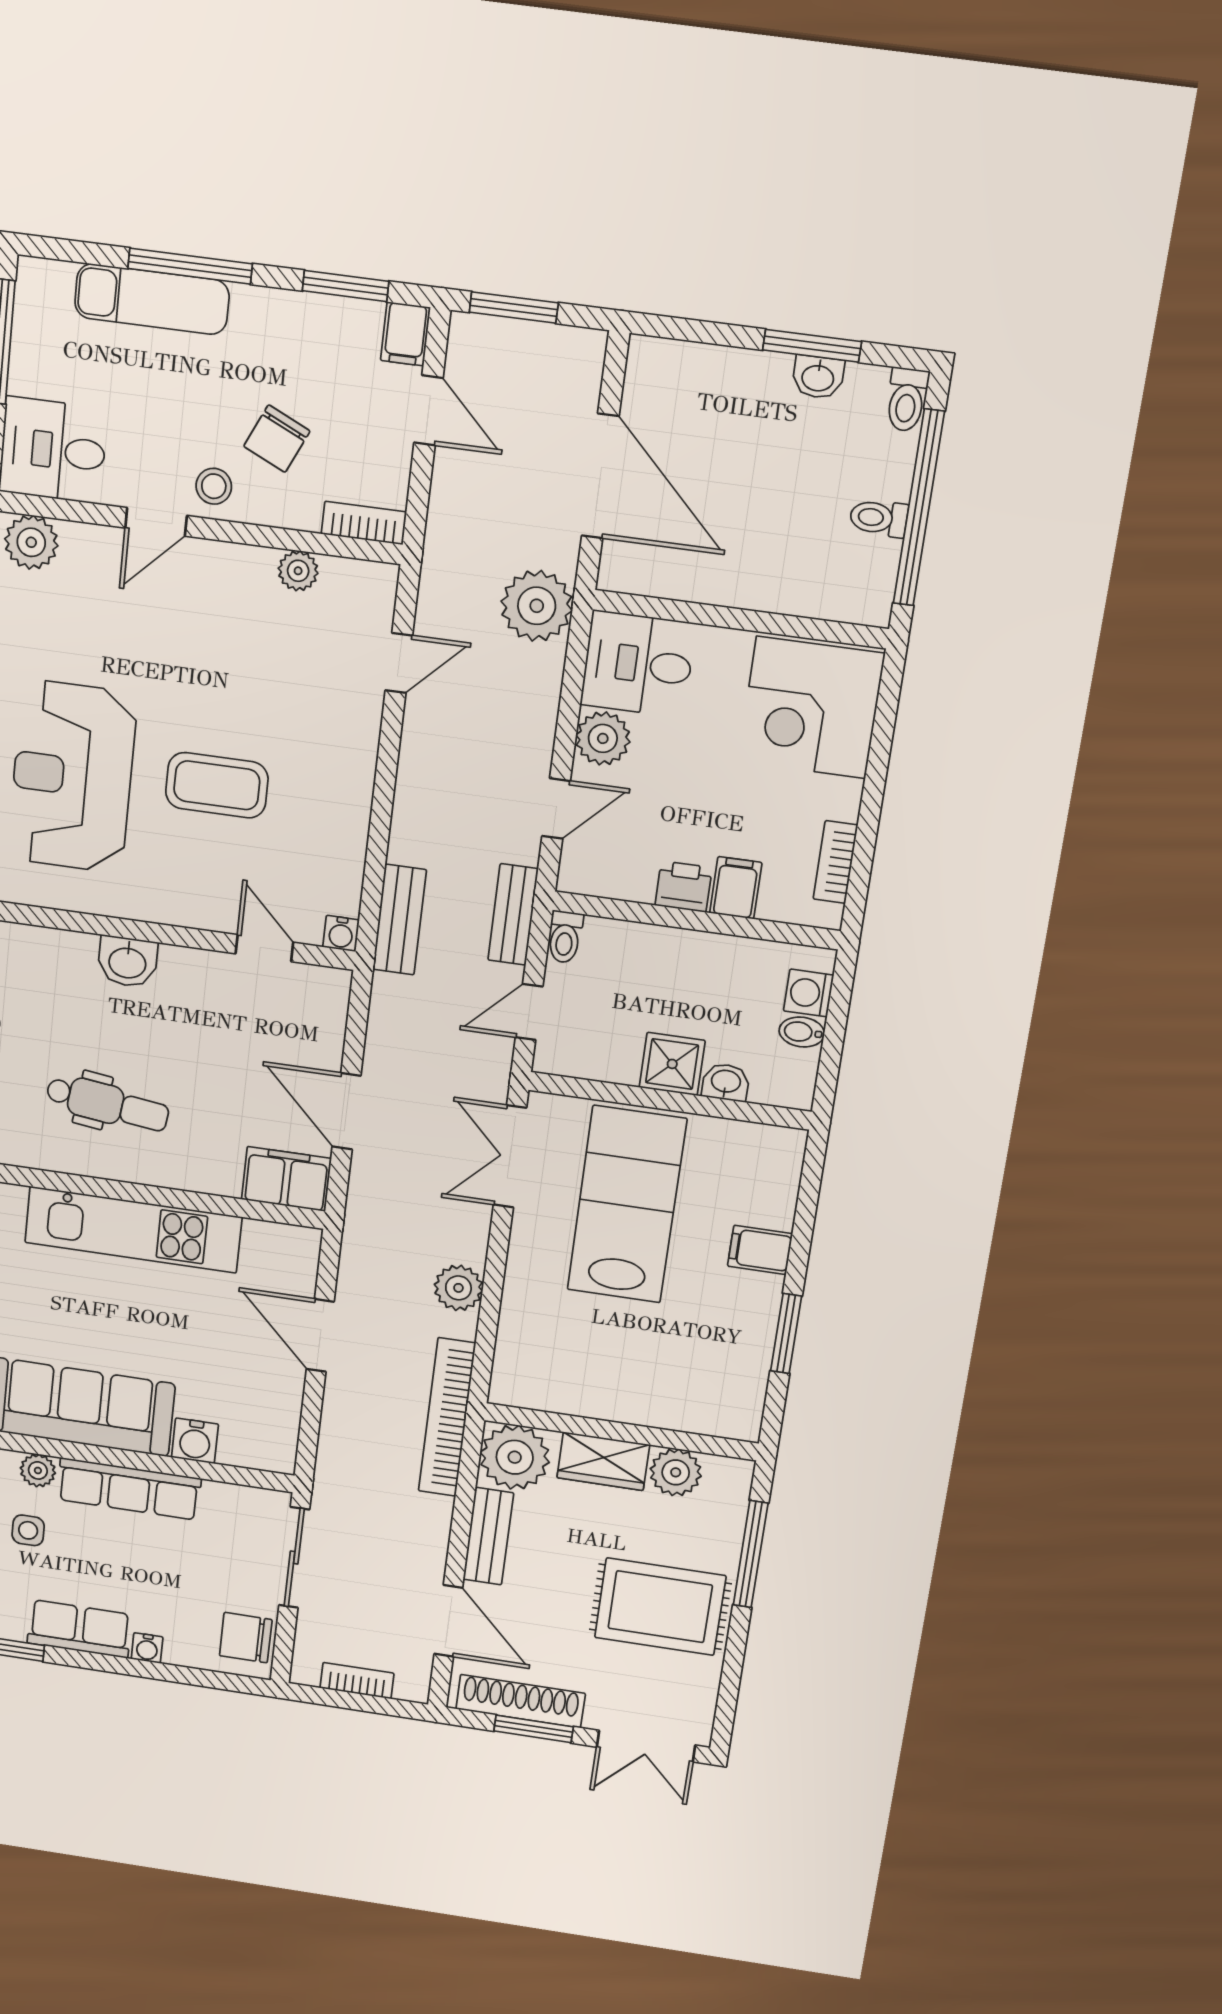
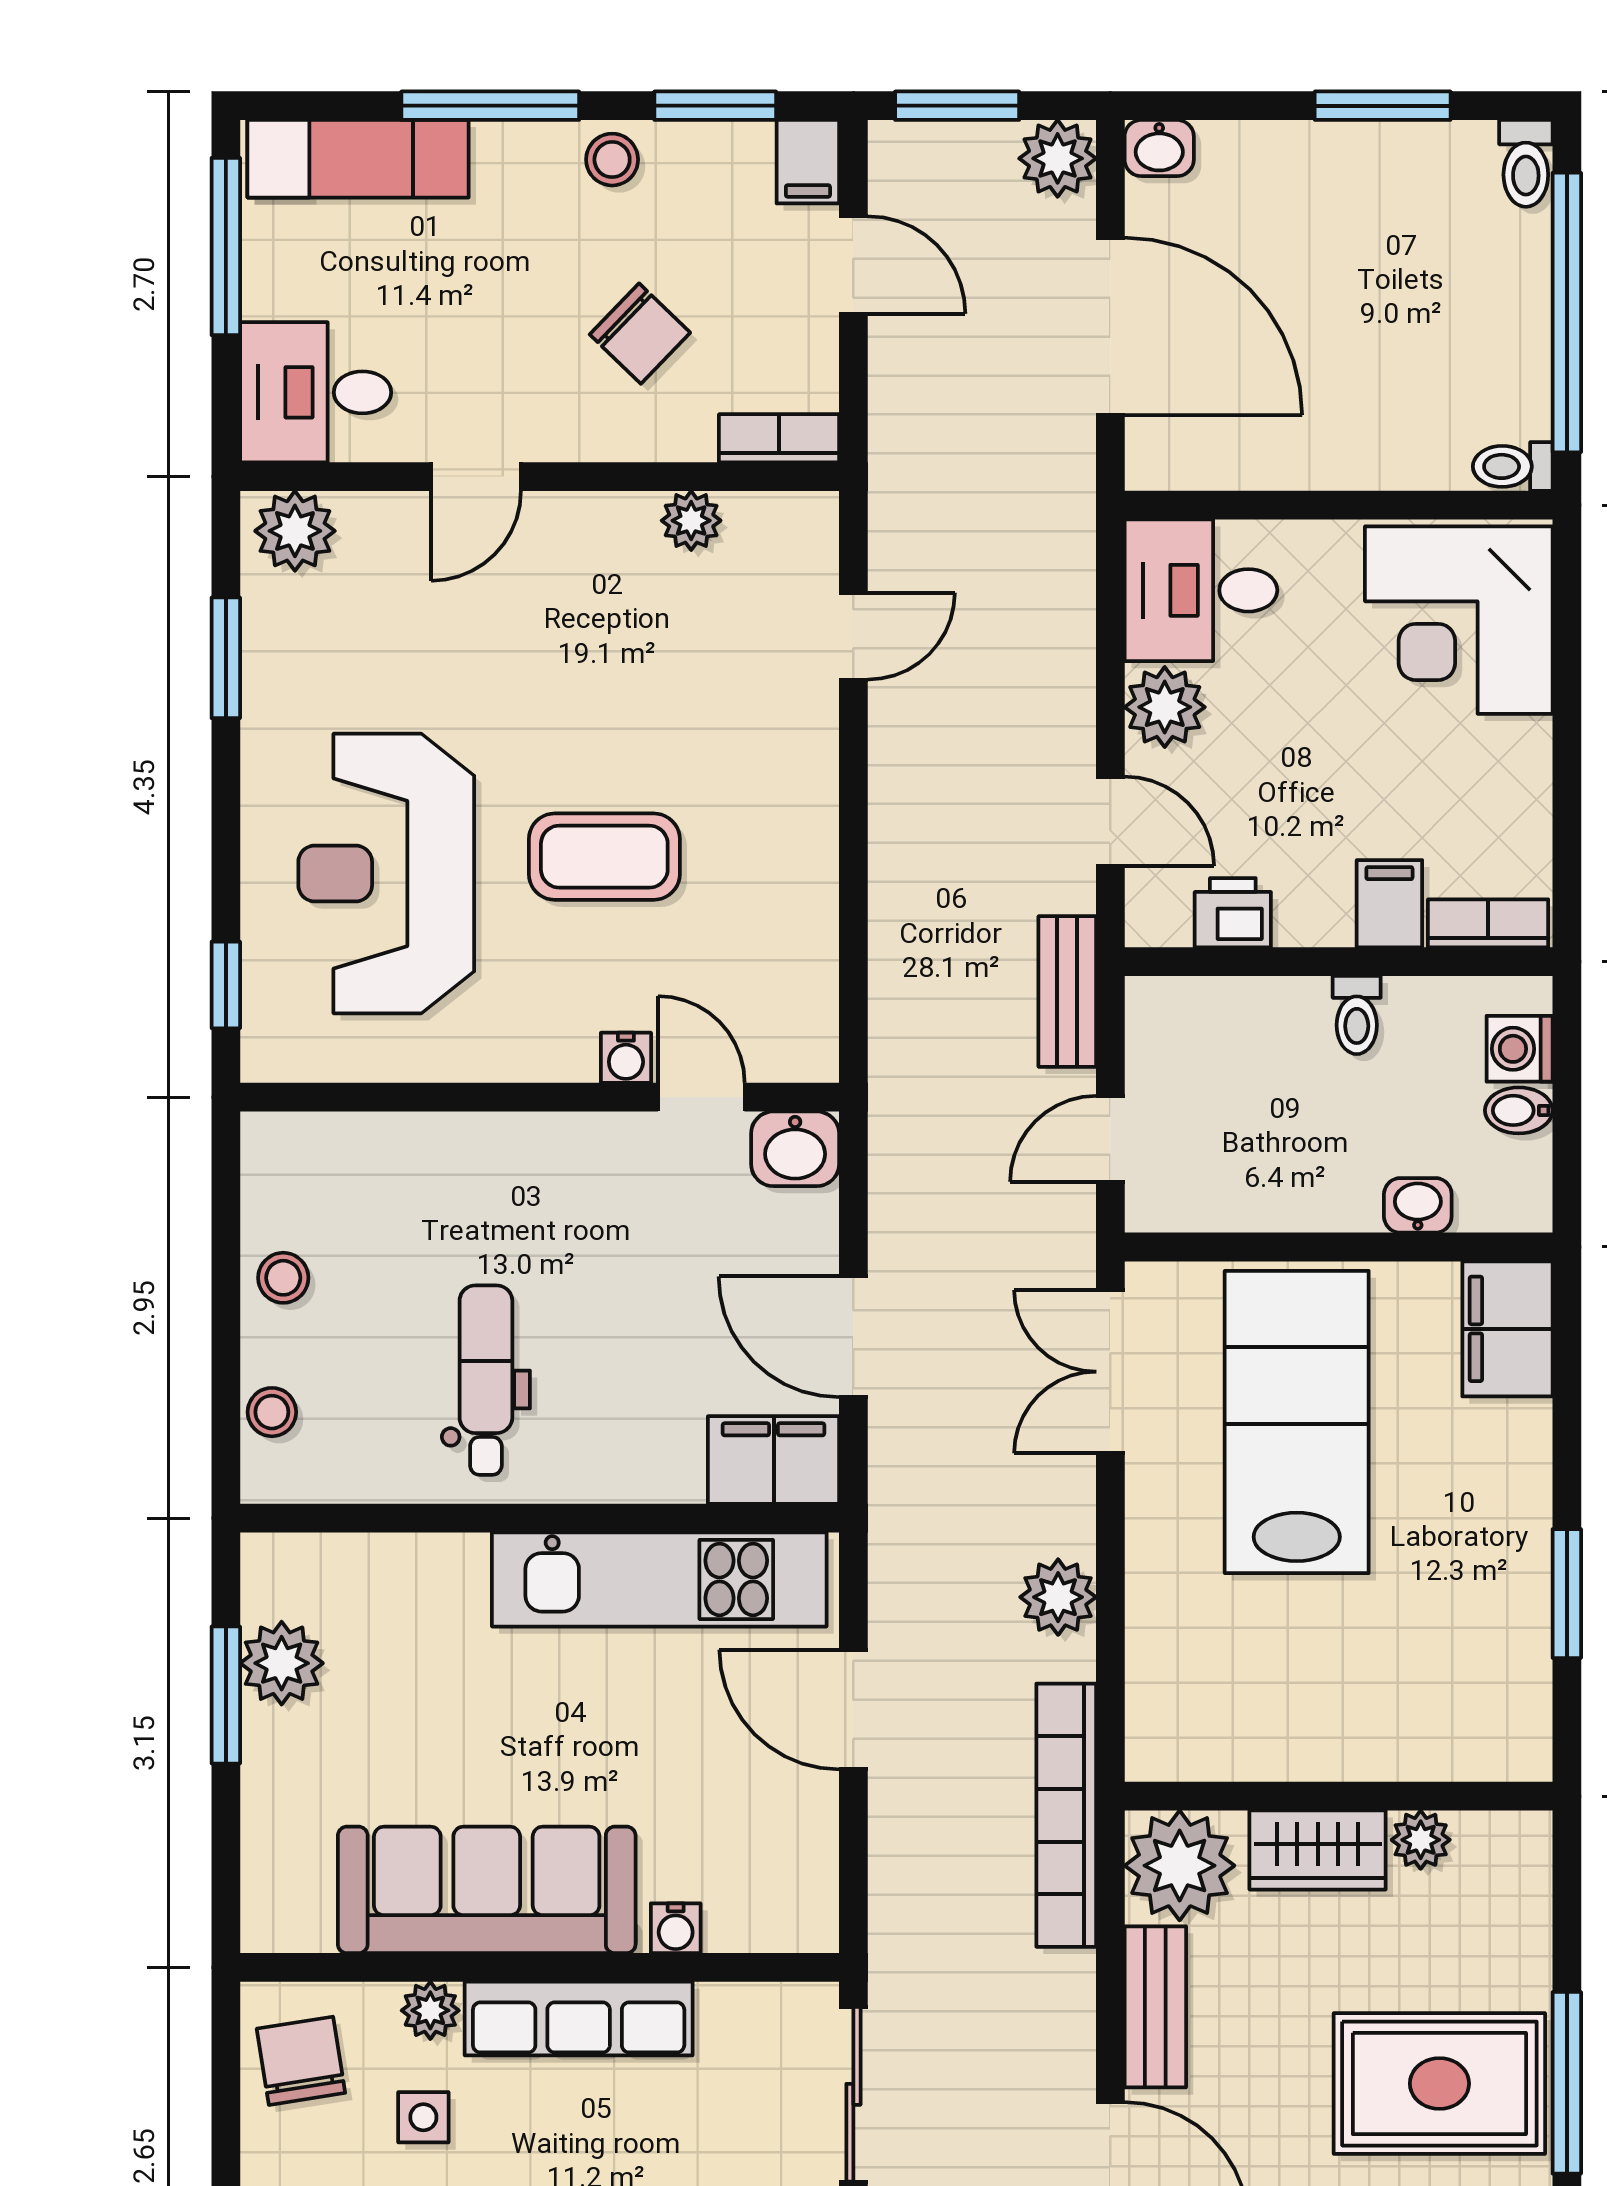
exam couch: (152, 299) -> (358, 159), moved
washbasin: (818, 377) -> (1159, 148), moved
chair: (277, 439) -> (640, 334), turned -71
stool: (214, 486) -> (612, 160), moved
toilet: (879, 518) -> (1513, 466), moved
plant: (537, 606) -> (1058, 158), moved, width x0.73, depth x0.73
door: (556, 809) -> (1110, 821), hinge flipped
bookcase: (835, 862) -> (1488, 923), moved, turned 90
printer: (684, 887) -> (1233, 913), moved
bench: (399, 920) -> (899, 1024), removed
water cooler: (341, 933) -> (626, 1058), moved
toilet: (565, 937) -> (1357, 1015), moved
washbasin: (127, 962) -> (795, 1149), moved
shower: (672, 1064) -> (1334, 1189), removed
dental chair: (107, 1104) -> (486, 1380), turned -97
kitchen unit: (133, 1230) -> (659, 1579), moved
filing cabinet: (760, 1250) -> (1507, 1329), moved, width x2.00
water cooler: (195, 1441) -> (676, 1928), width x0.72, depth x0.72
plant: (676, 1472) -> (1421, 1840), width x0.73, depth x0.73
window: (751, 1554) -> (1567, 2083), moved

